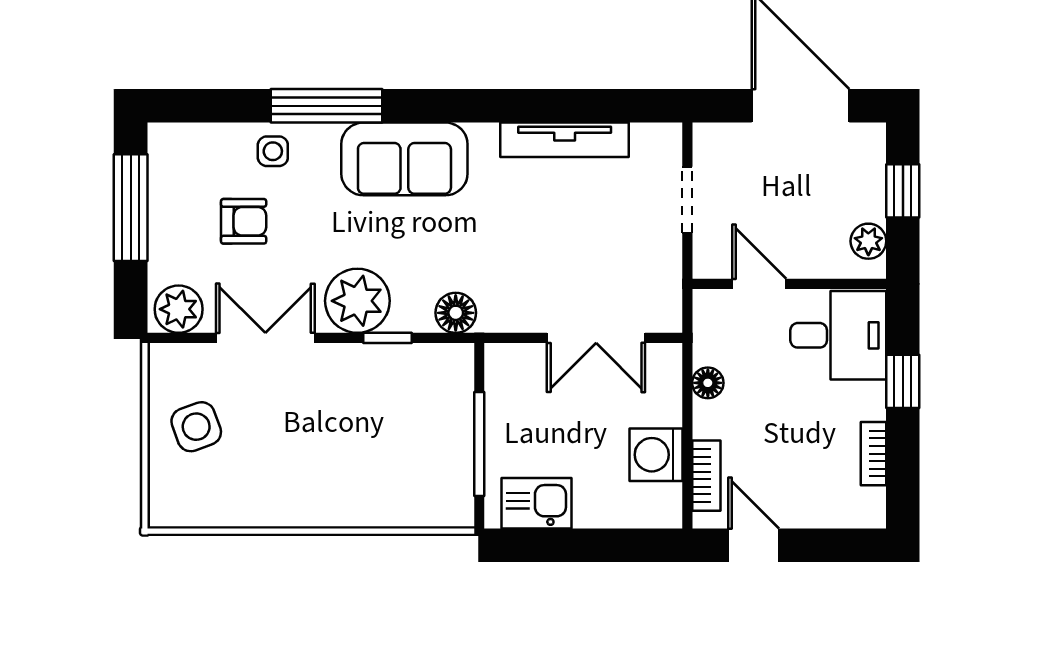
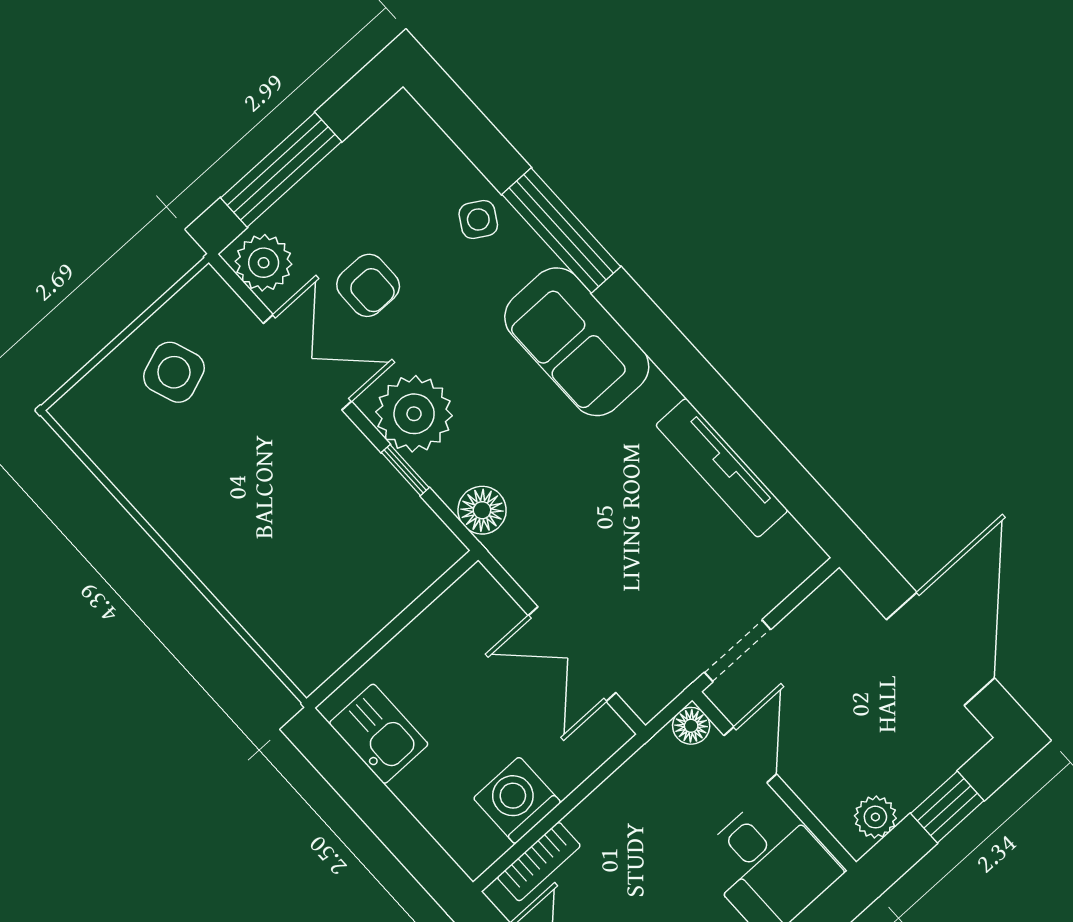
side table: (273, 151) -> (478, 220), turned 31
doorway: (687, 200) -> (737, 651), moved
window: (131, 208) -> (281, 170), moved
armchair: (244, 221) -> (368, 285), moved
floor lamp: (708, 383) -> (691, 726), moved
window: (479, 444) -> (385, 636), removed

